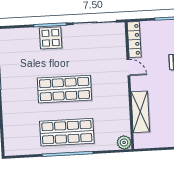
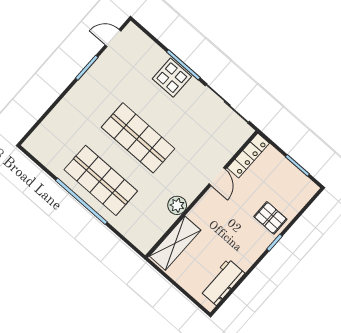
shelving: (140, 112) -> (175, 243), moved
plant: (124, 142) -> (177, 205), moved

